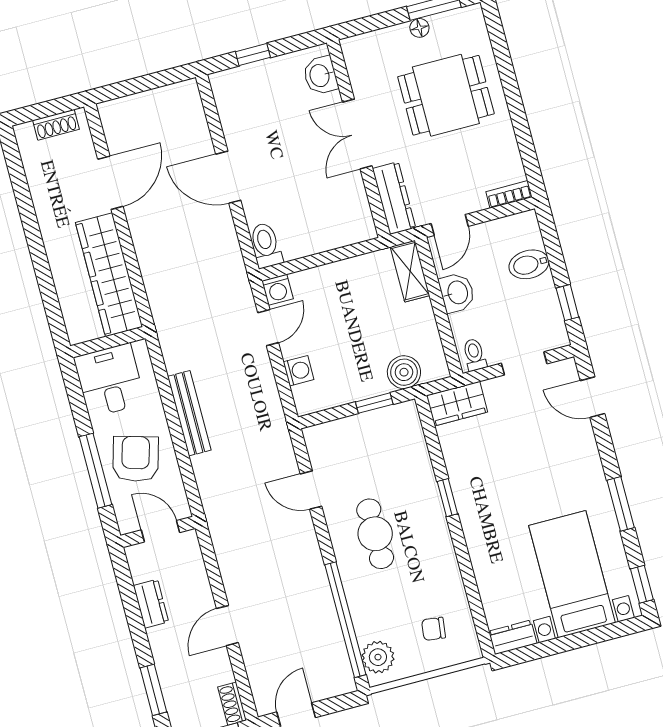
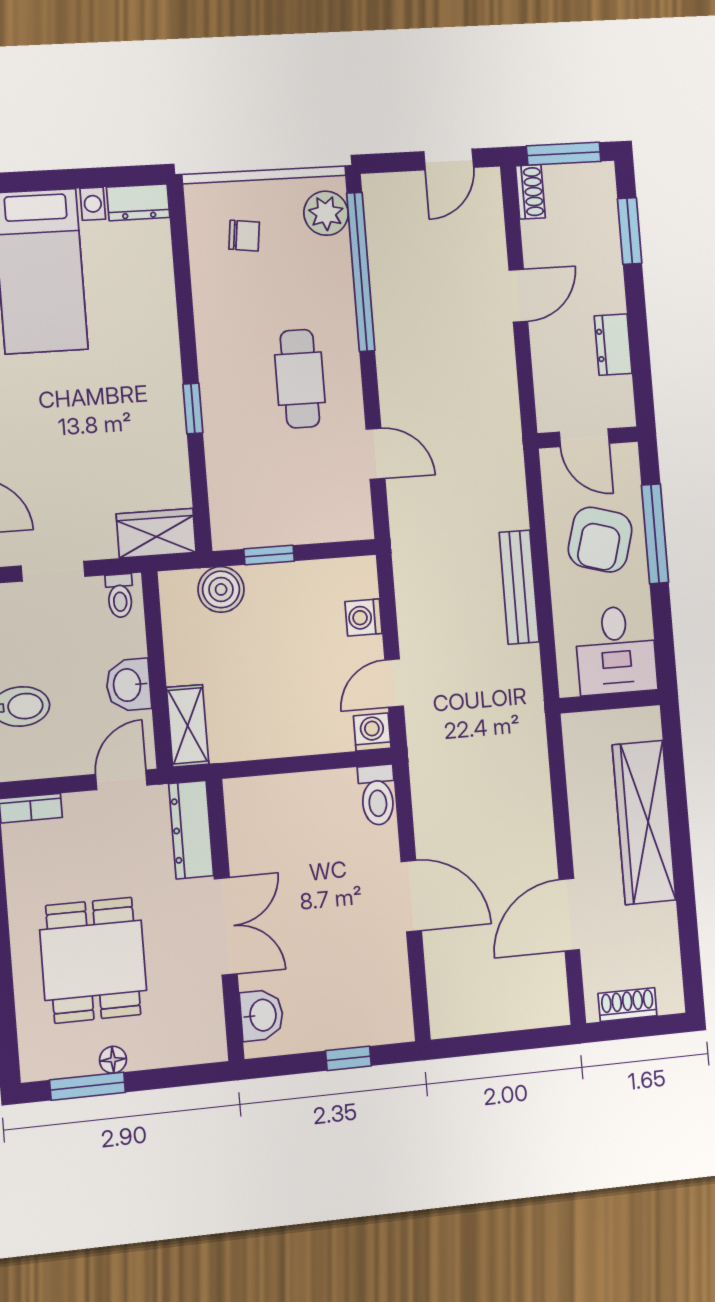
dining table: (446, 95) -> (93, 960), turned 90
wardrobe: (109, 275) -> (644, 822), moved, turned 180

